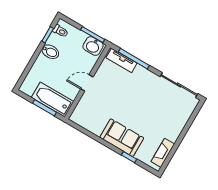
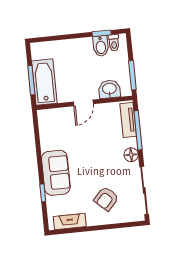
washbasin: (93, 46) -> (109, 89), moved, turned 90
bidet: (50, 52) -> (101, 46), moved
floor lamp: (147, 76) -> (131, 155), added
door: (87, 83) -> (83, 103), swing flipped
armchair: (165, 116) -> (106, 199), added

